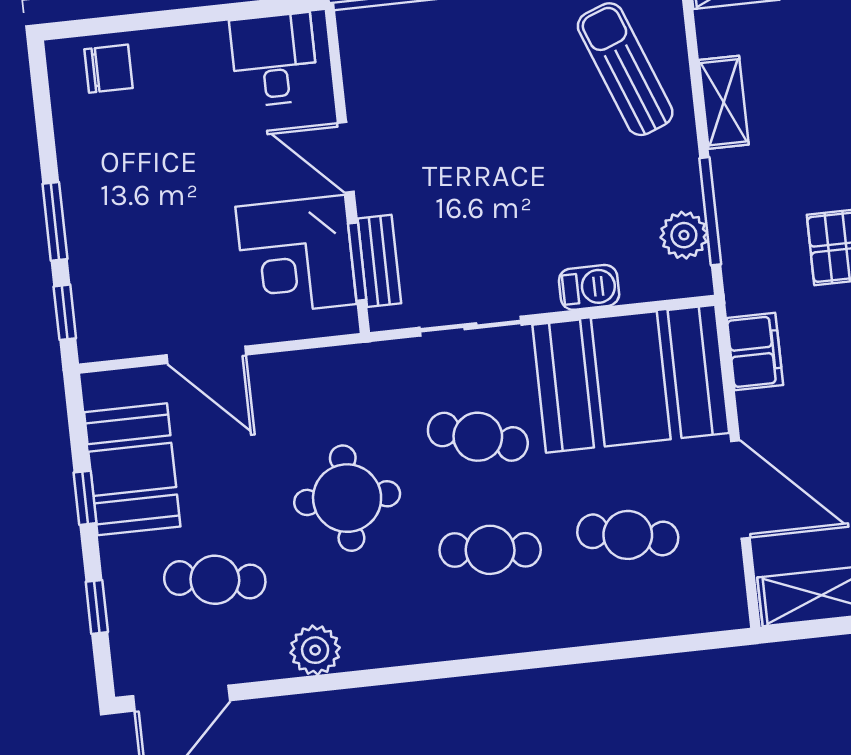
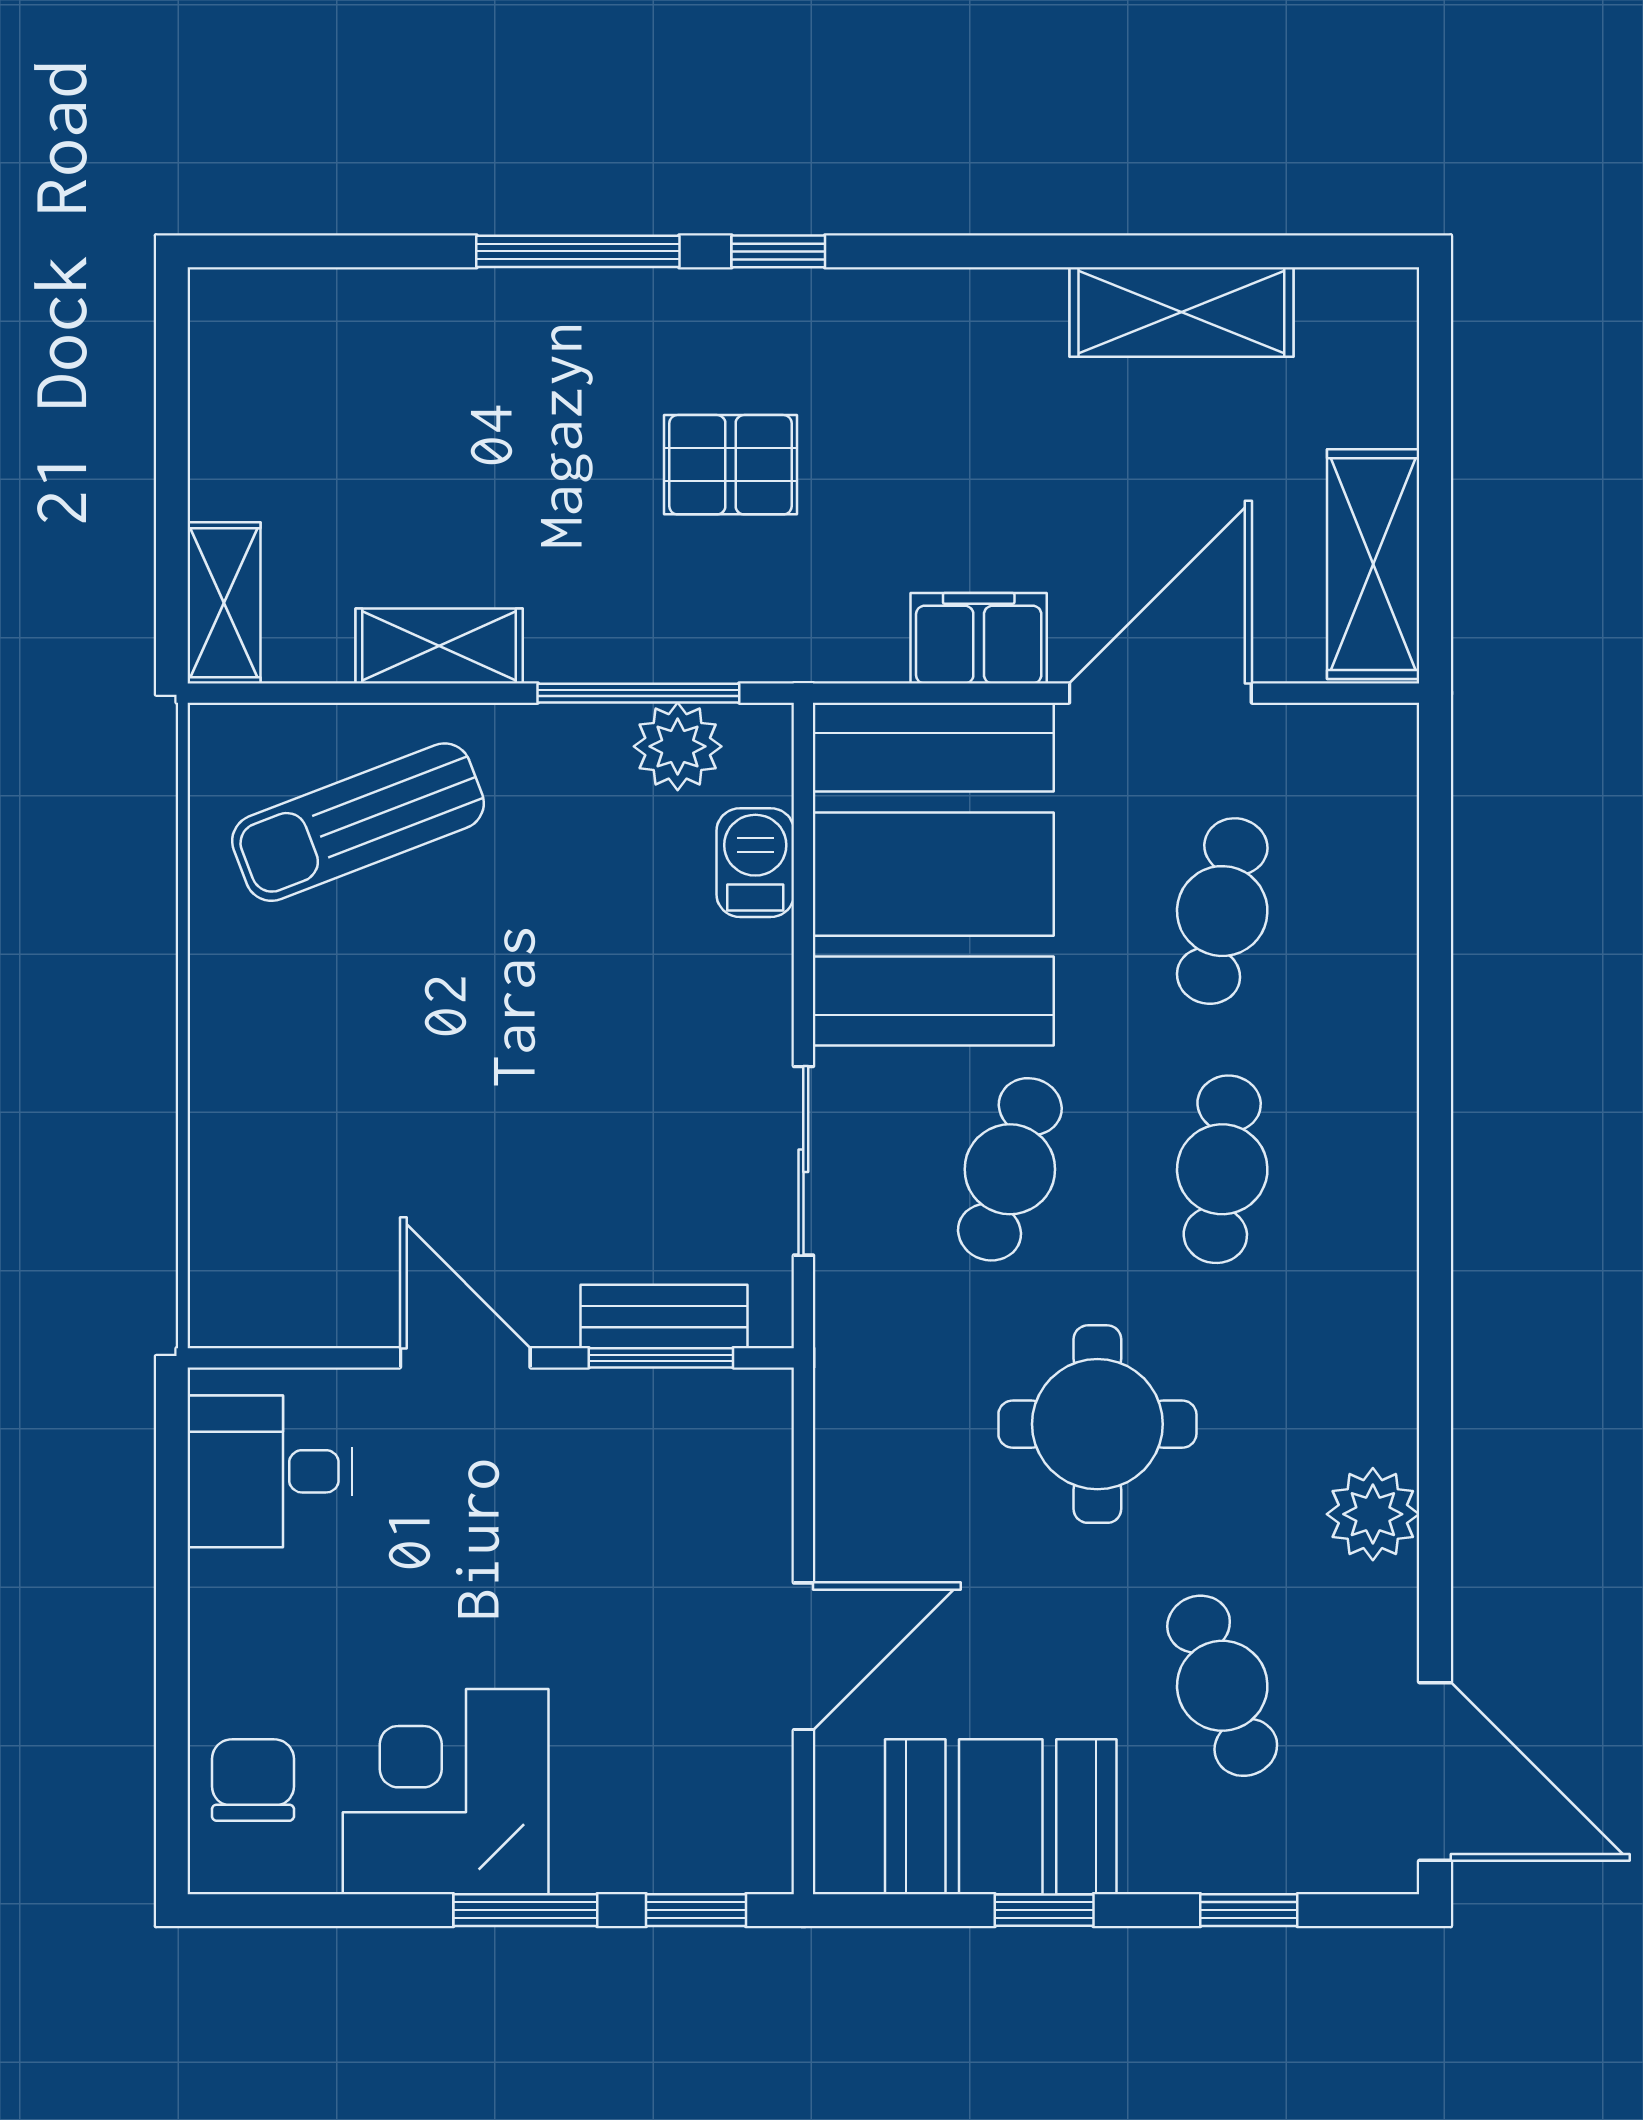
door: (346, 157) -> (465, 1358), swing flipped
corner desk: (296, 255) -> (446, 1792), moved, turned 180
barbecue: (589, 287) -> (755, 863), moved
filing cabinet: (755, 352) -> (979, 638), moved
cafe table: (215, 580) -> (1222, 1686), turned -30

